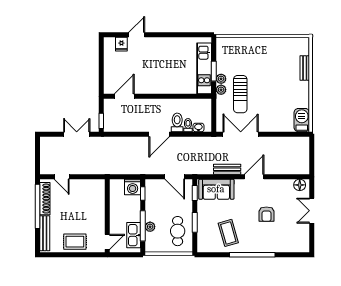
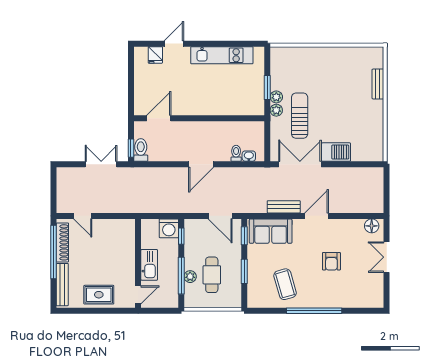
kitchen unit: (204, 68) -> (222, 55), moved, turned -90
sun lounger: (240, 94) -> (300, 116), turned 180
barbecue: (302, 120) -> (336, 152), moved, turned 90
toilet: (177, 122) -> (141, 150), moved
cafe table: (178, 231) -> (212, 275), moved
kitchen sink: (134, 235) -> (149, 265), moved, turned 180

